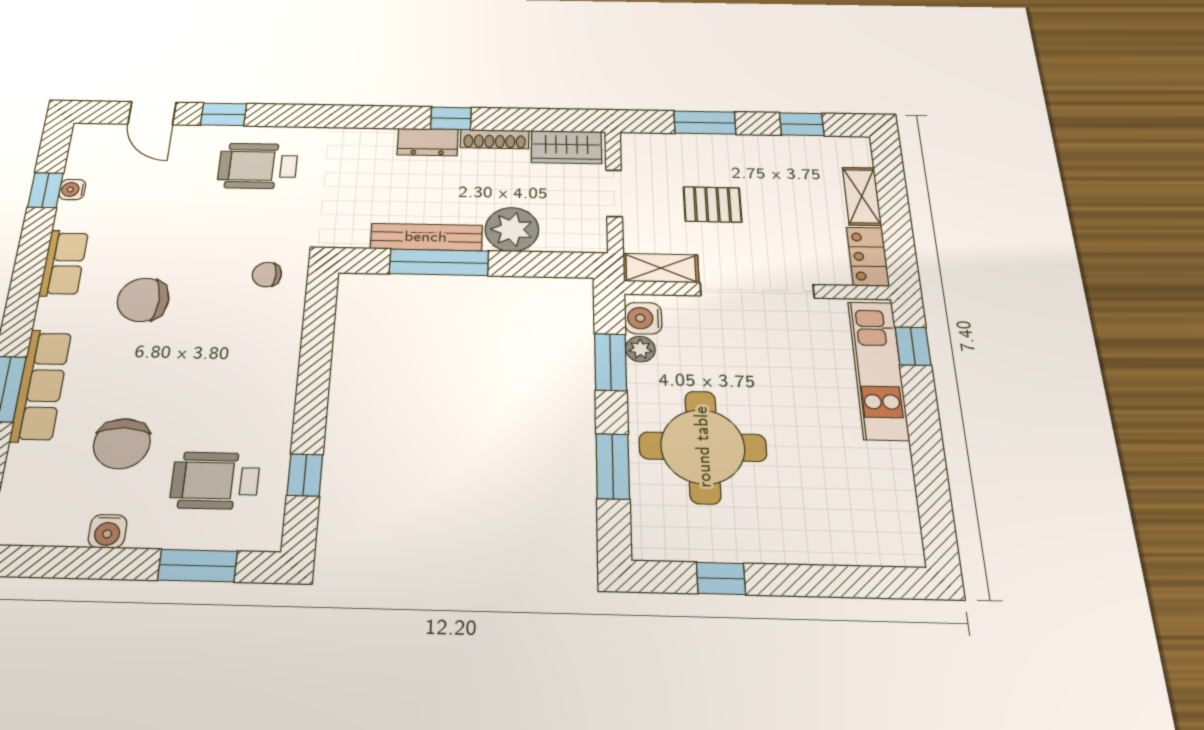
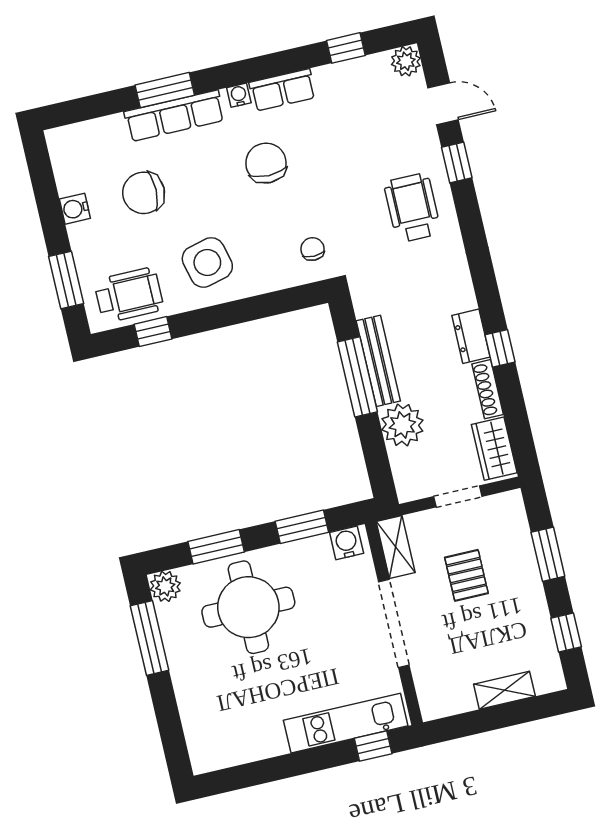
door: (152, 113) -> (443, 104), swing flipped
plant: (88, 137) -> (406, 61), added
water cooler: (72, 190) -> (239, 95), moved
locker: (868, 257) -> (447, 702), removed
plant: (640, 349) -> (165, 586), moved, width x1.38, depth x1.38
side table: (239, 391) -> (207, 262), added
wheelchair: (215, 481) -> (129, 295), moved, turned 90
window: (721, 578) -> (150, 638), width x2.17

